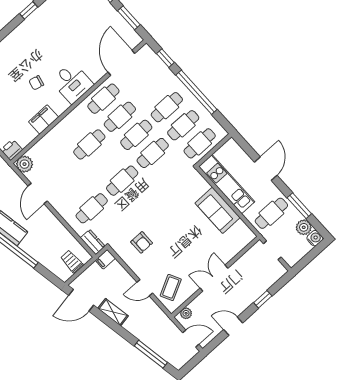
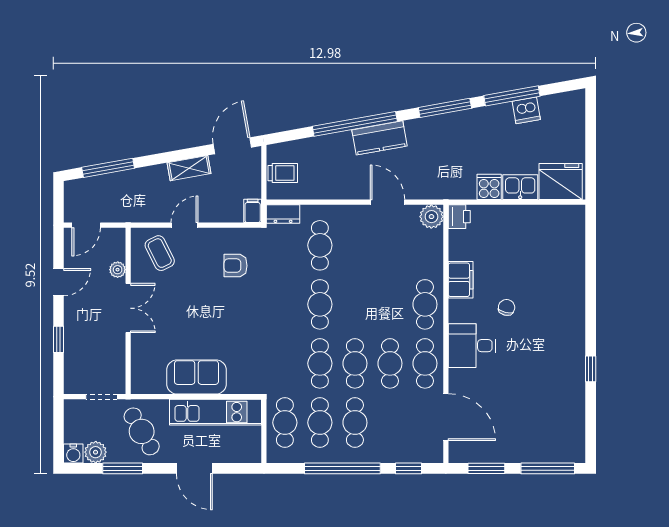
cafe table: (89, 144) -> (425, 304), moved
cafe table: (271, 213) -> (142, 431), turned -30
plant: (186, 313) -> (118, 270), moved

